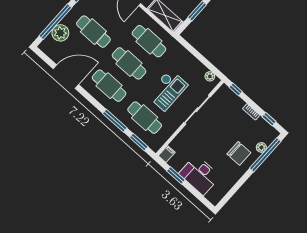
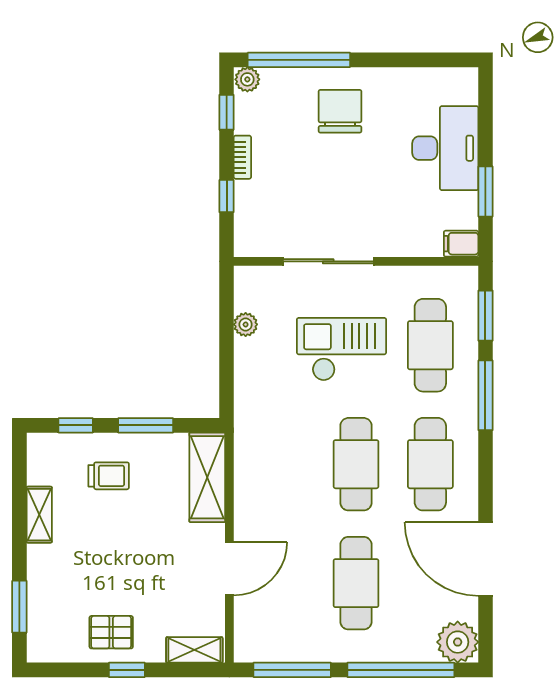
plant: (60, 33) -> (458, 642), moved
cafe table: (149, 41) -> (282, 464), removed
plant: (210, 76) -> (246, 324), moved
window: (236, 89) -> (227, 196), moved
plant: (261, 147) -> (247, 79), moved

